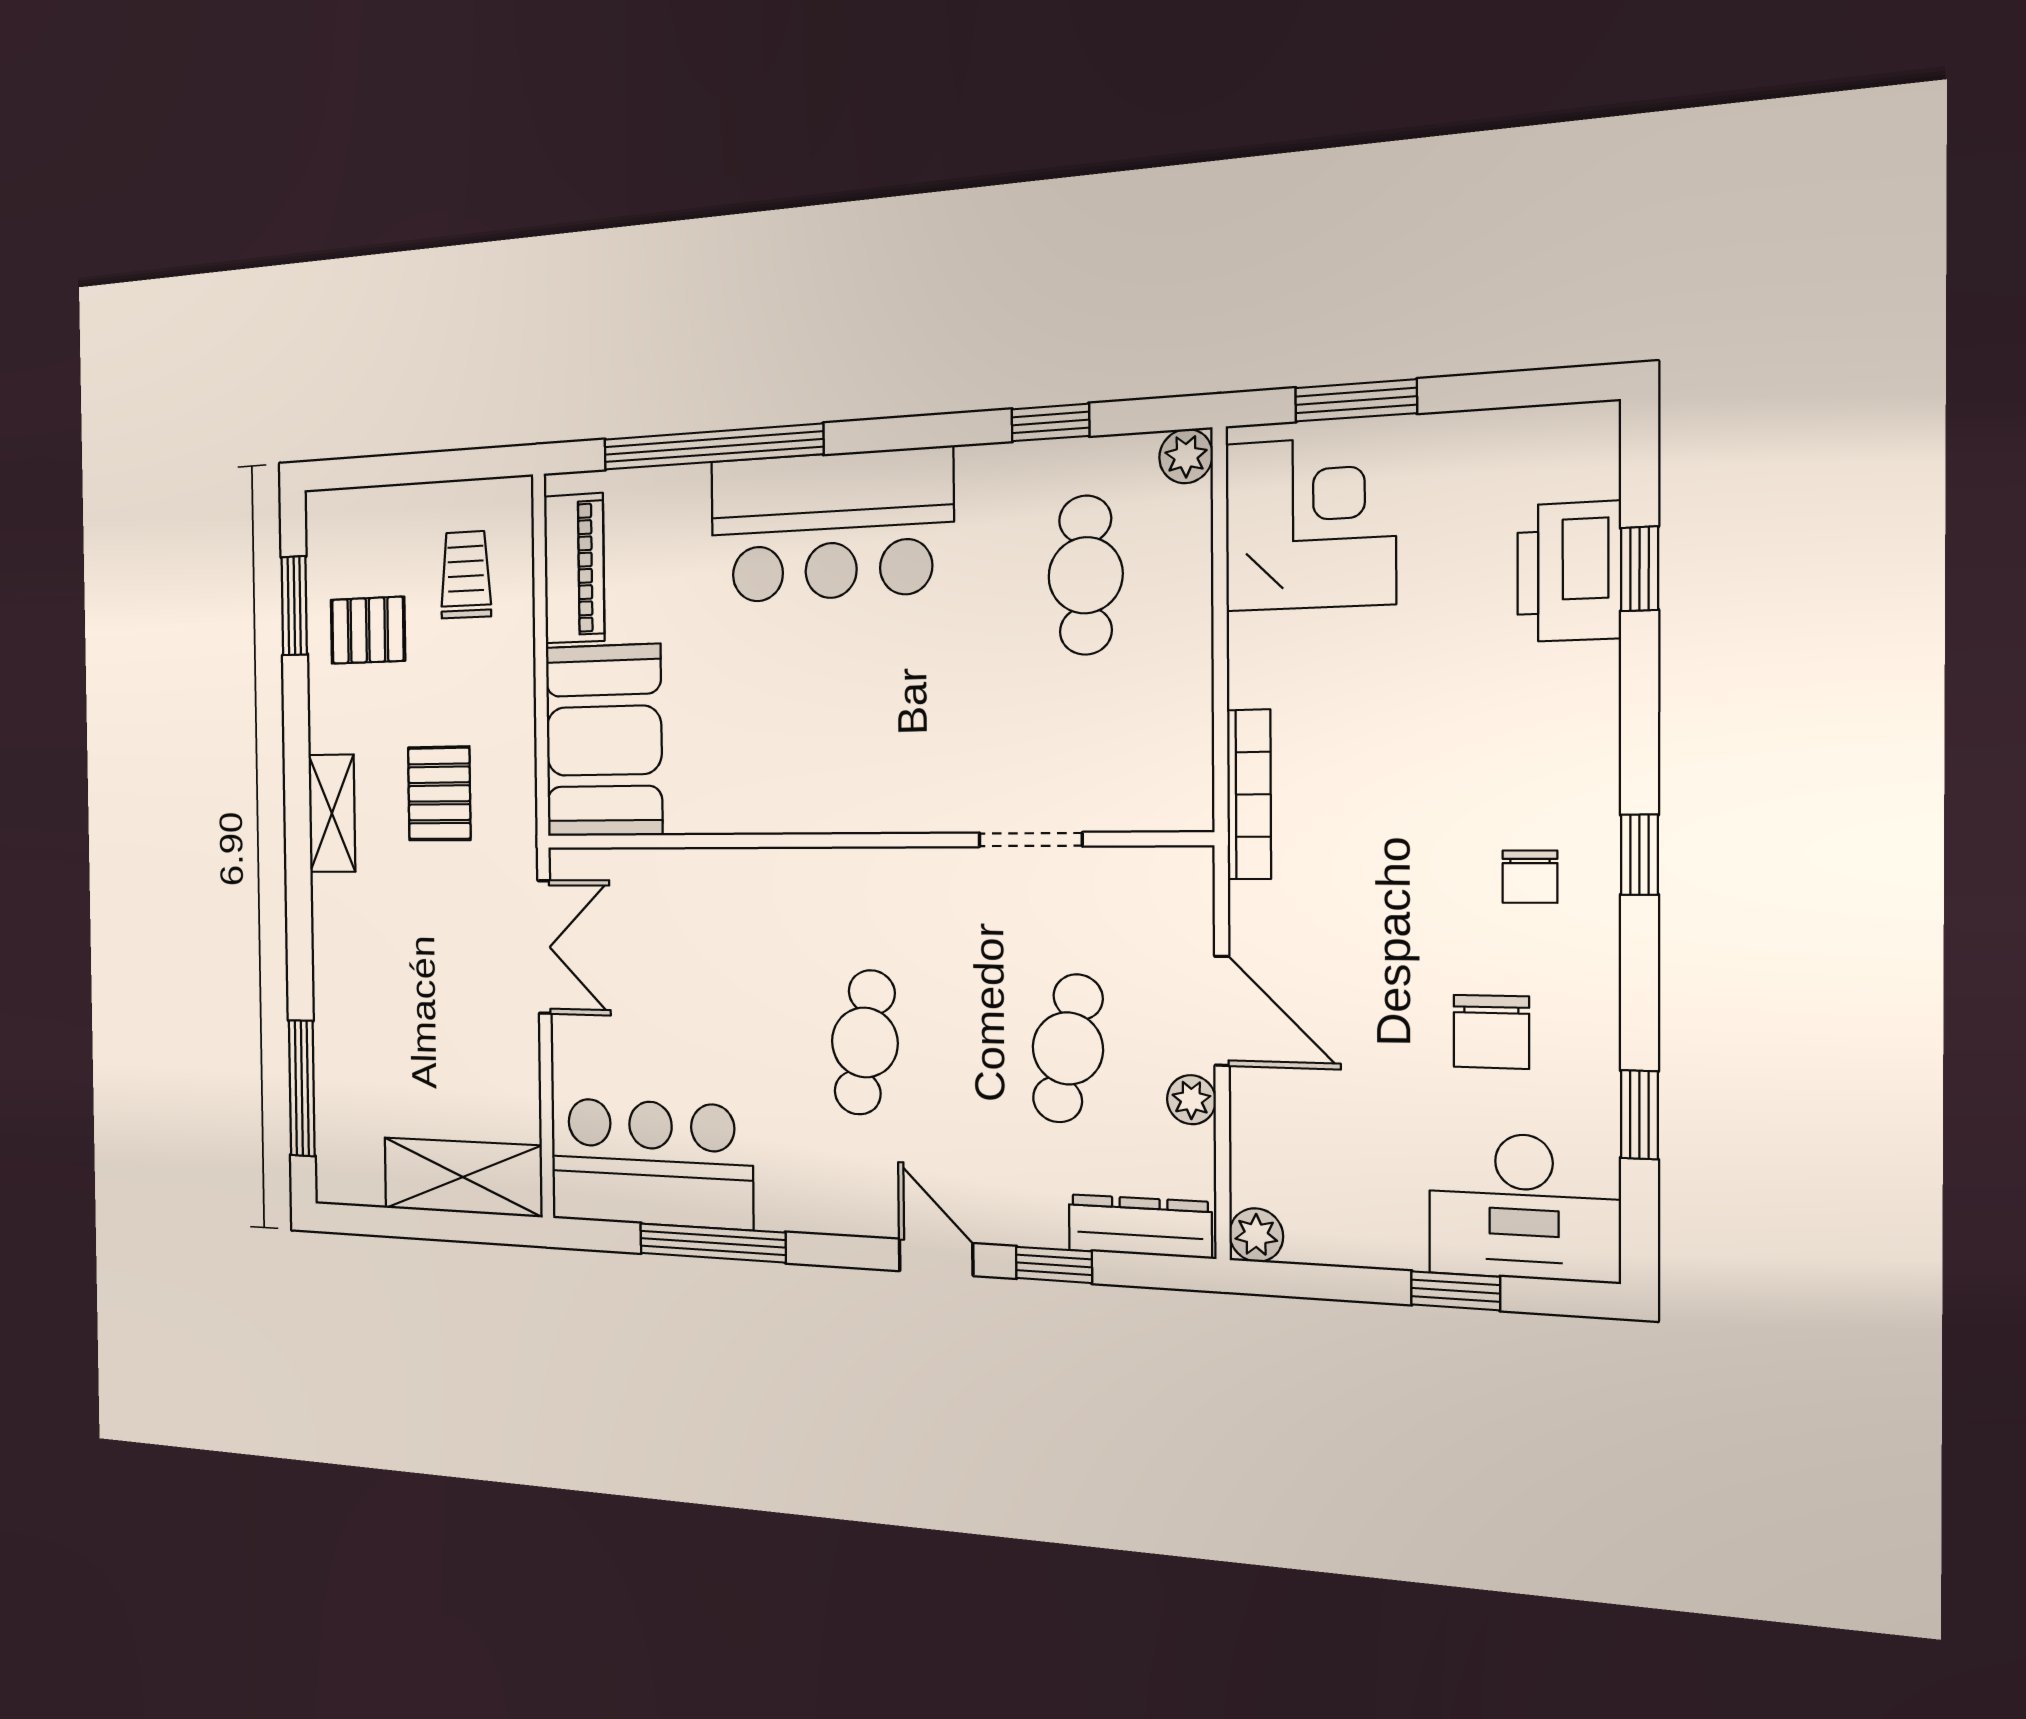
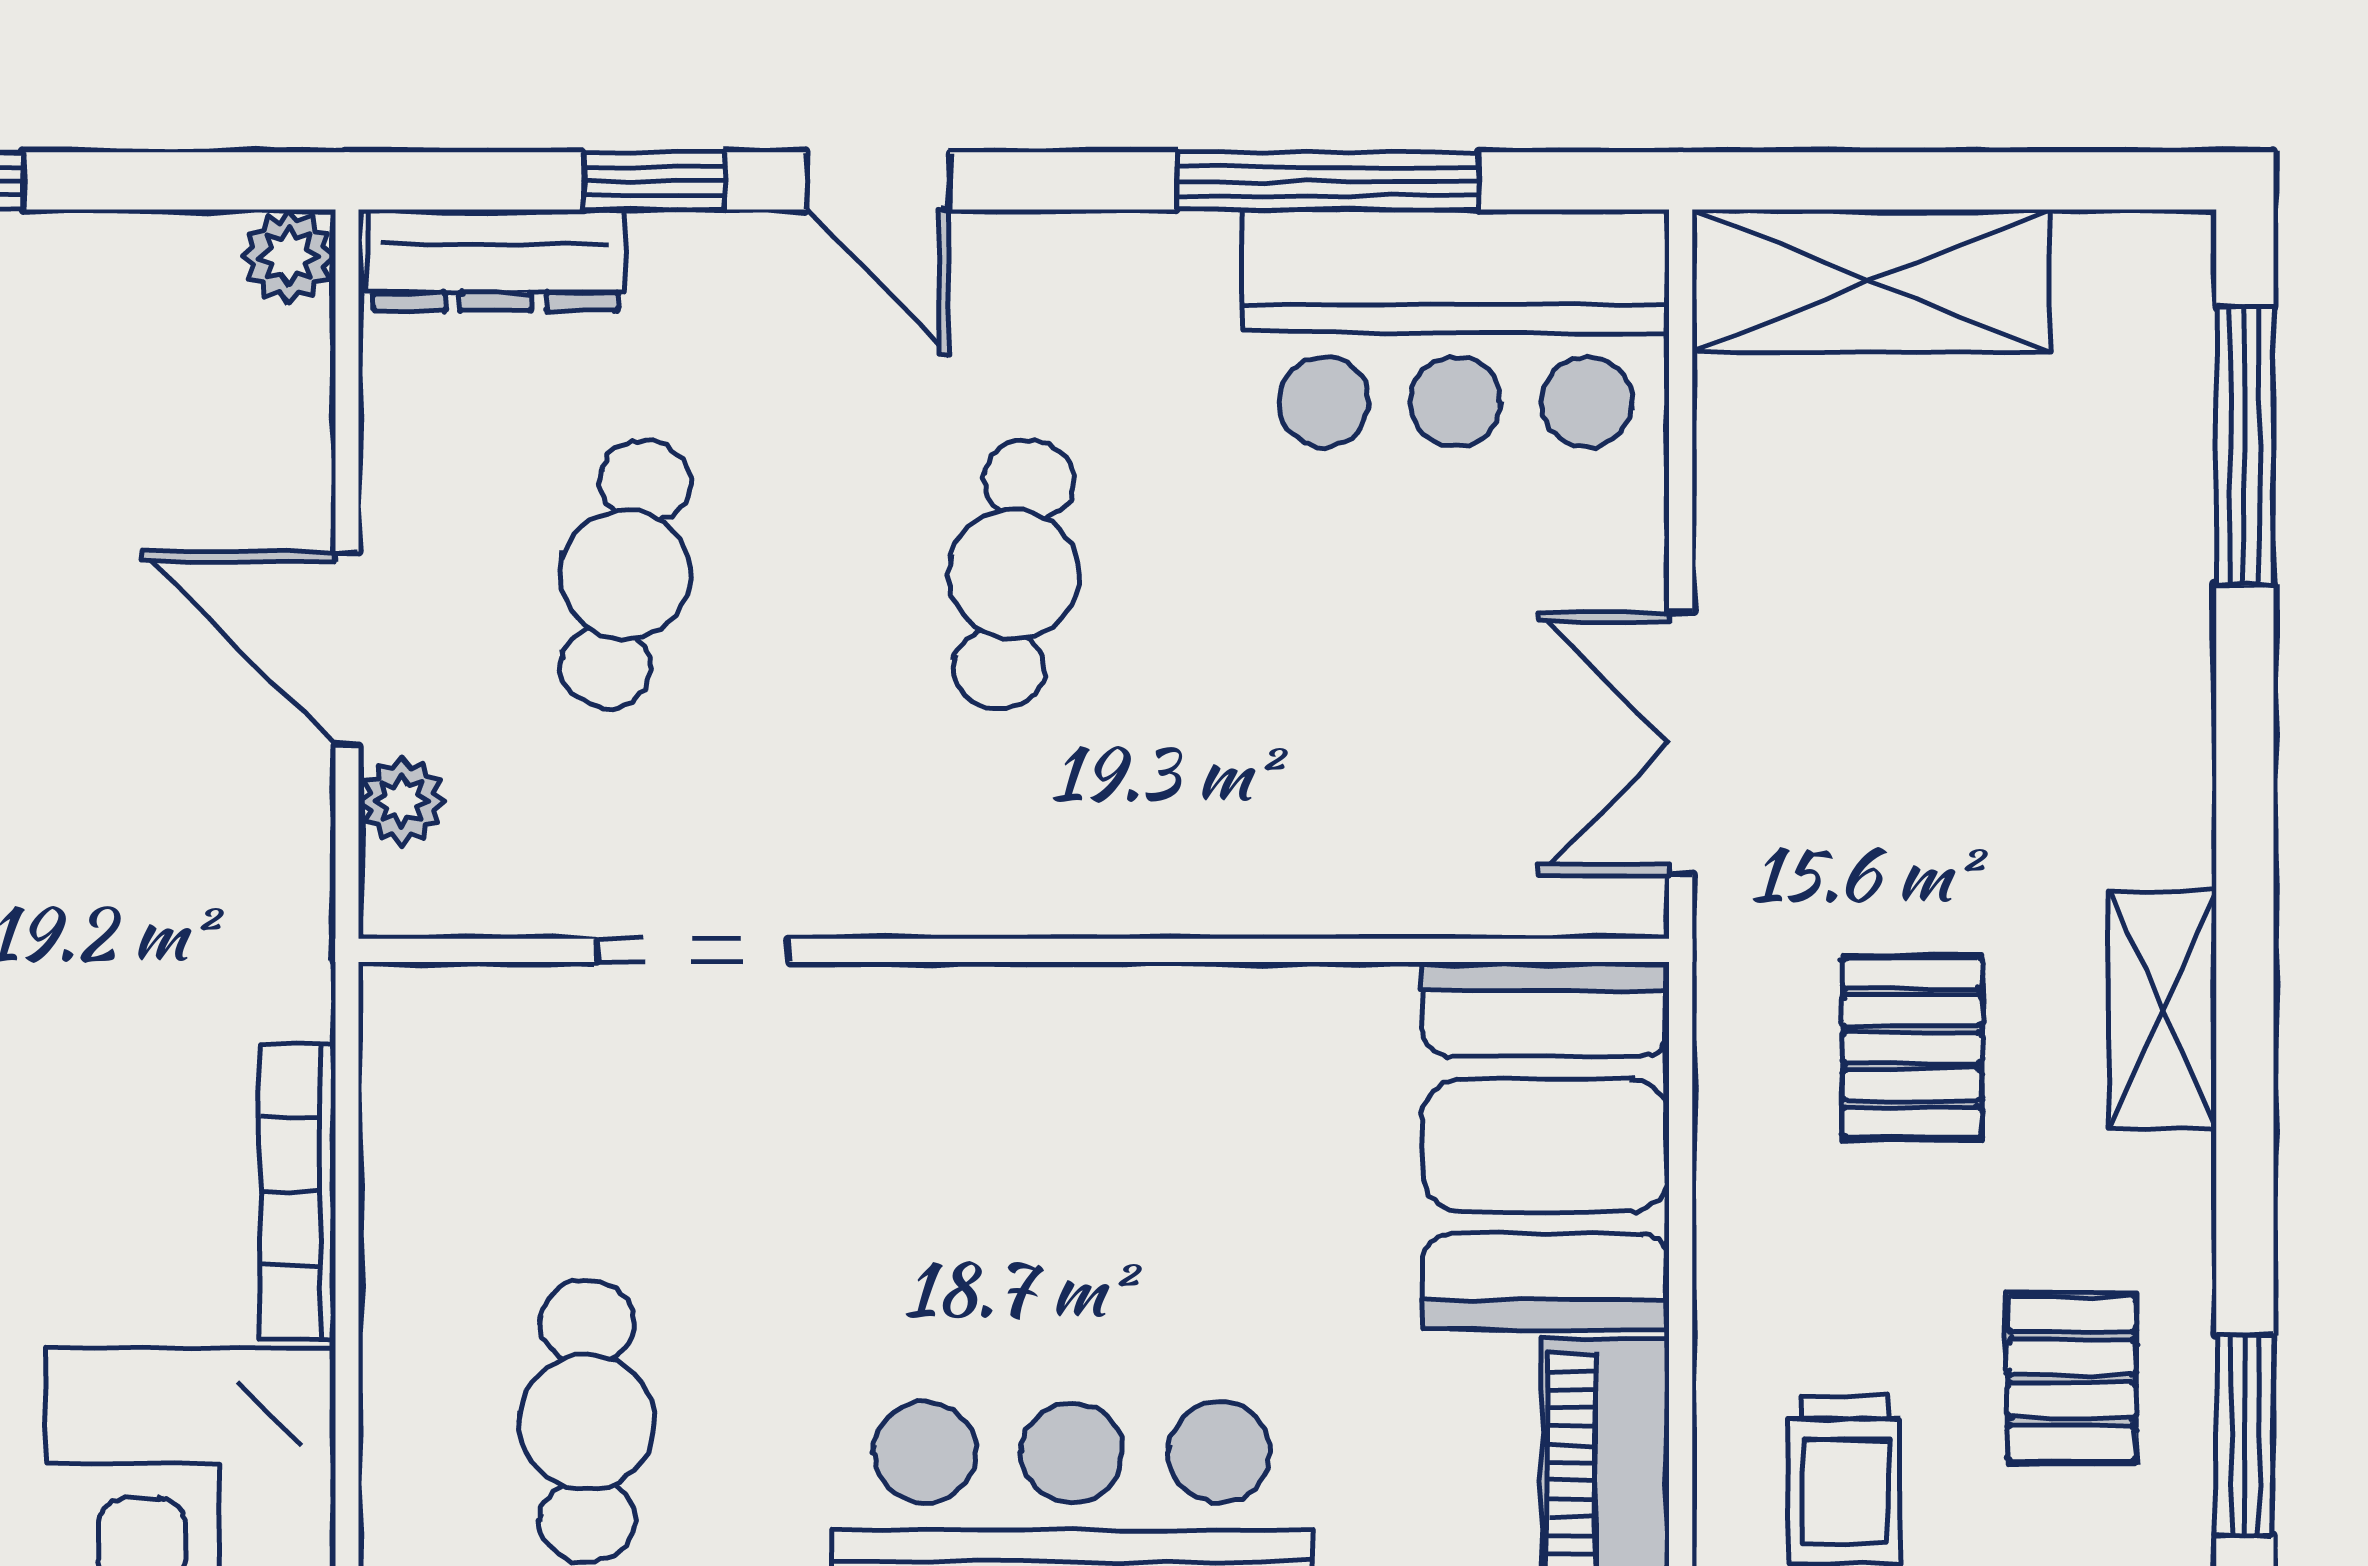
pallet: (368, 630) -> (2072, 1379), turned 90
bookcase: (1249, 794) -> (298, 1191), moved
plant: (1191, 1100) -> (402, 801), moved

